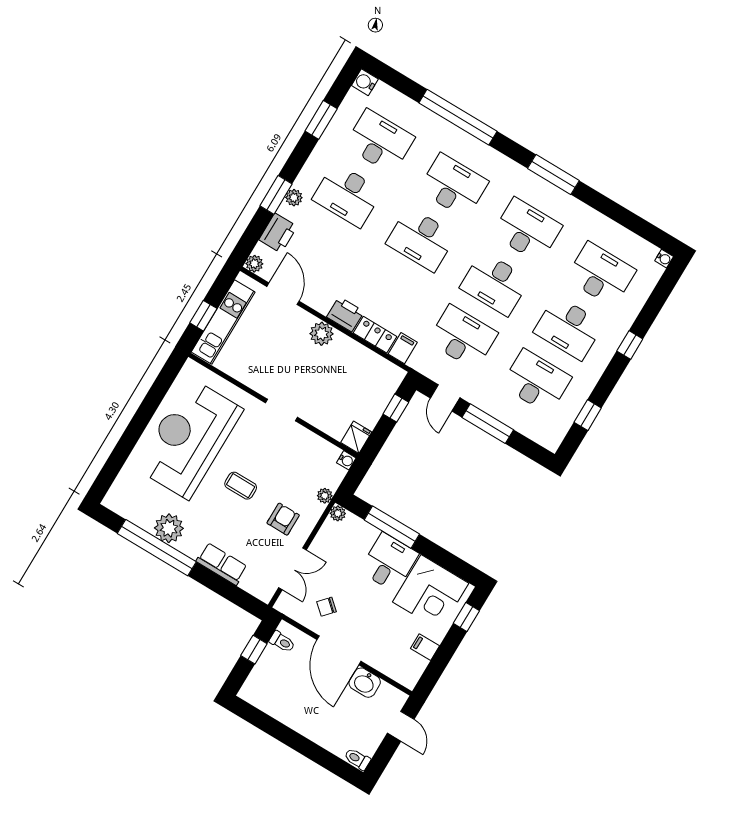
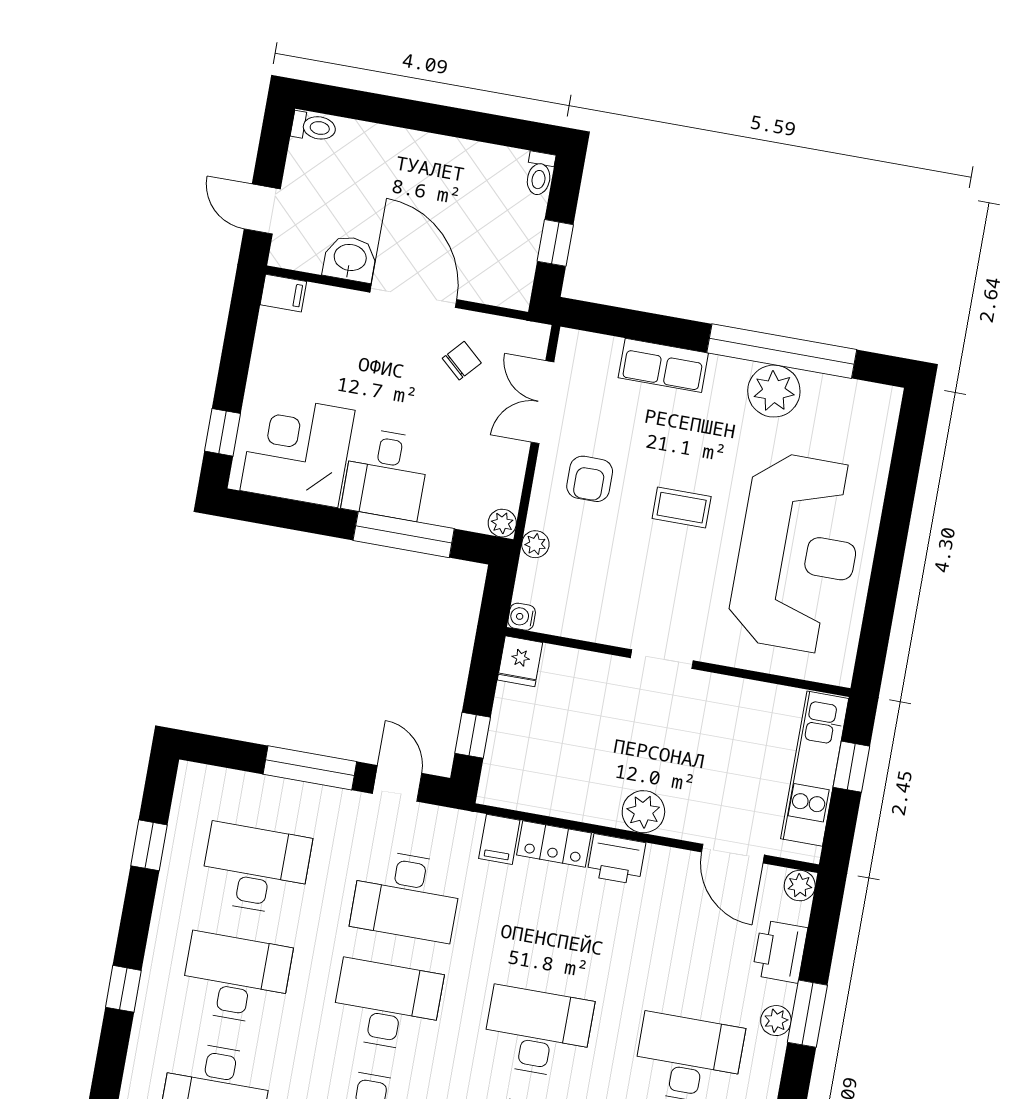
desk: (536, 381) -> (256, 869), turned 180
toilet: (282, 642) -> (540, 174), moved, turned -90
filing cabinet: (425, 647) -> (283, 293), moved

